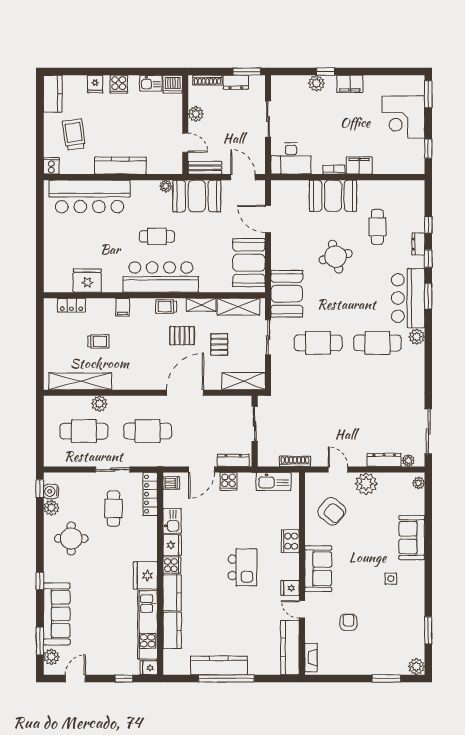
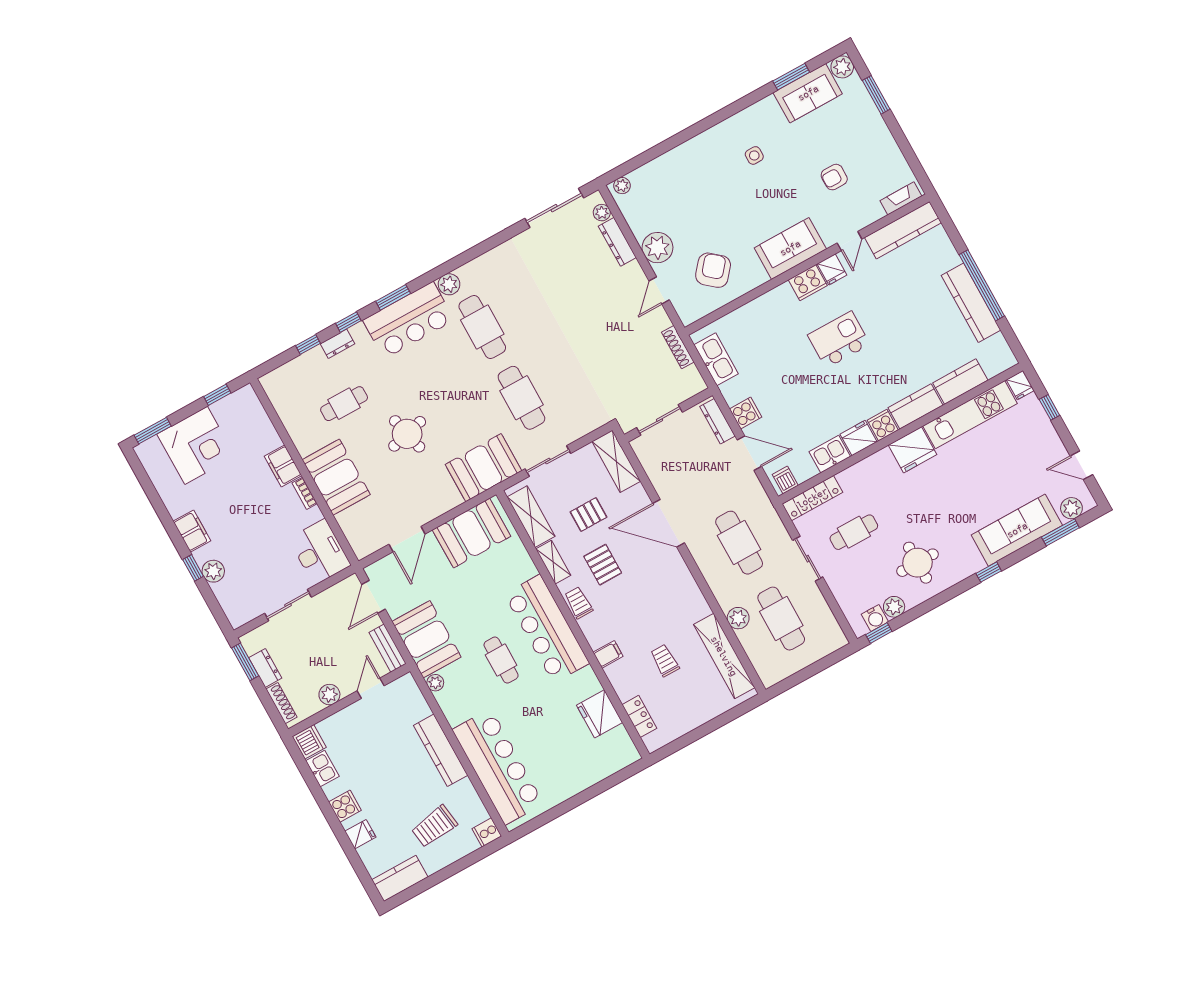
trolley: (166, 307) -> (579, 603), turned 180
sofa: (412, 538) -> (808, 93), moved
cooker: (290, 541) -> (808, 283), moved

